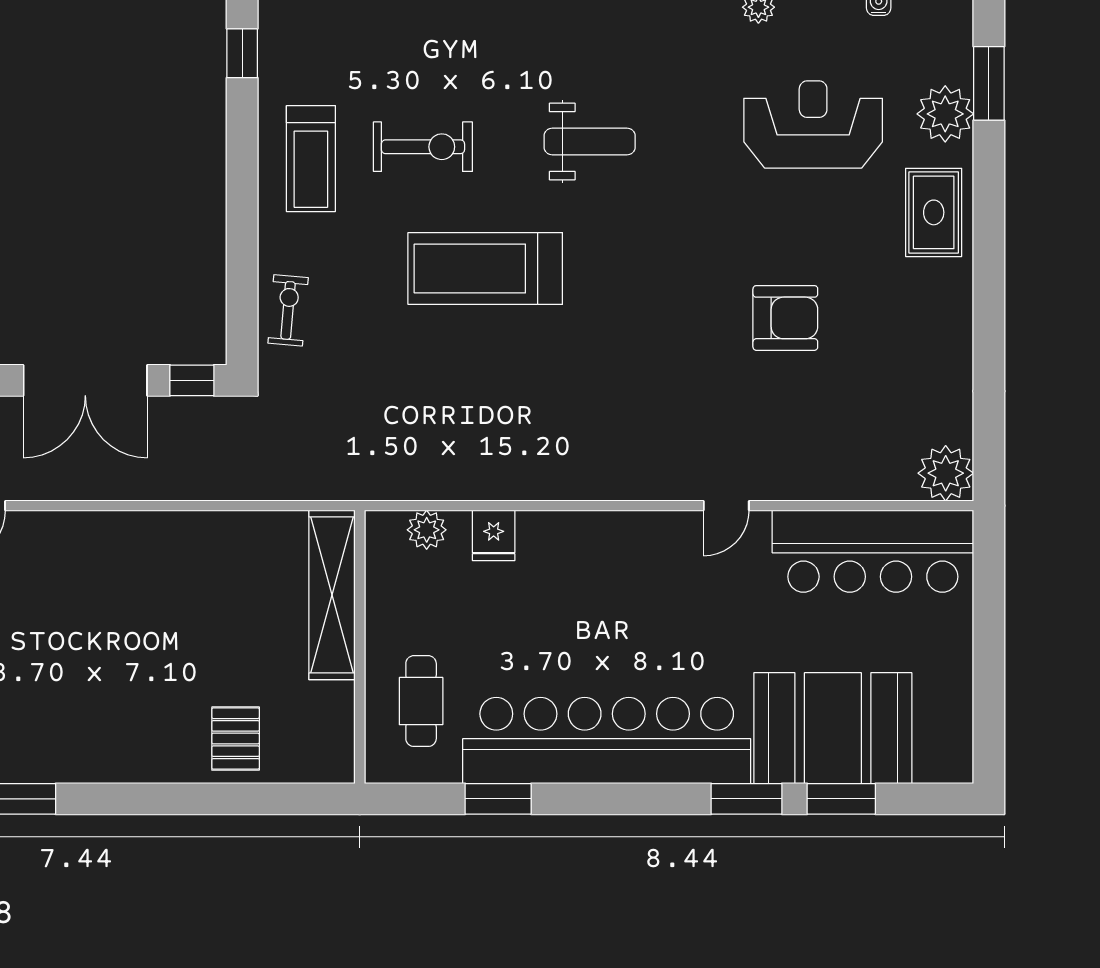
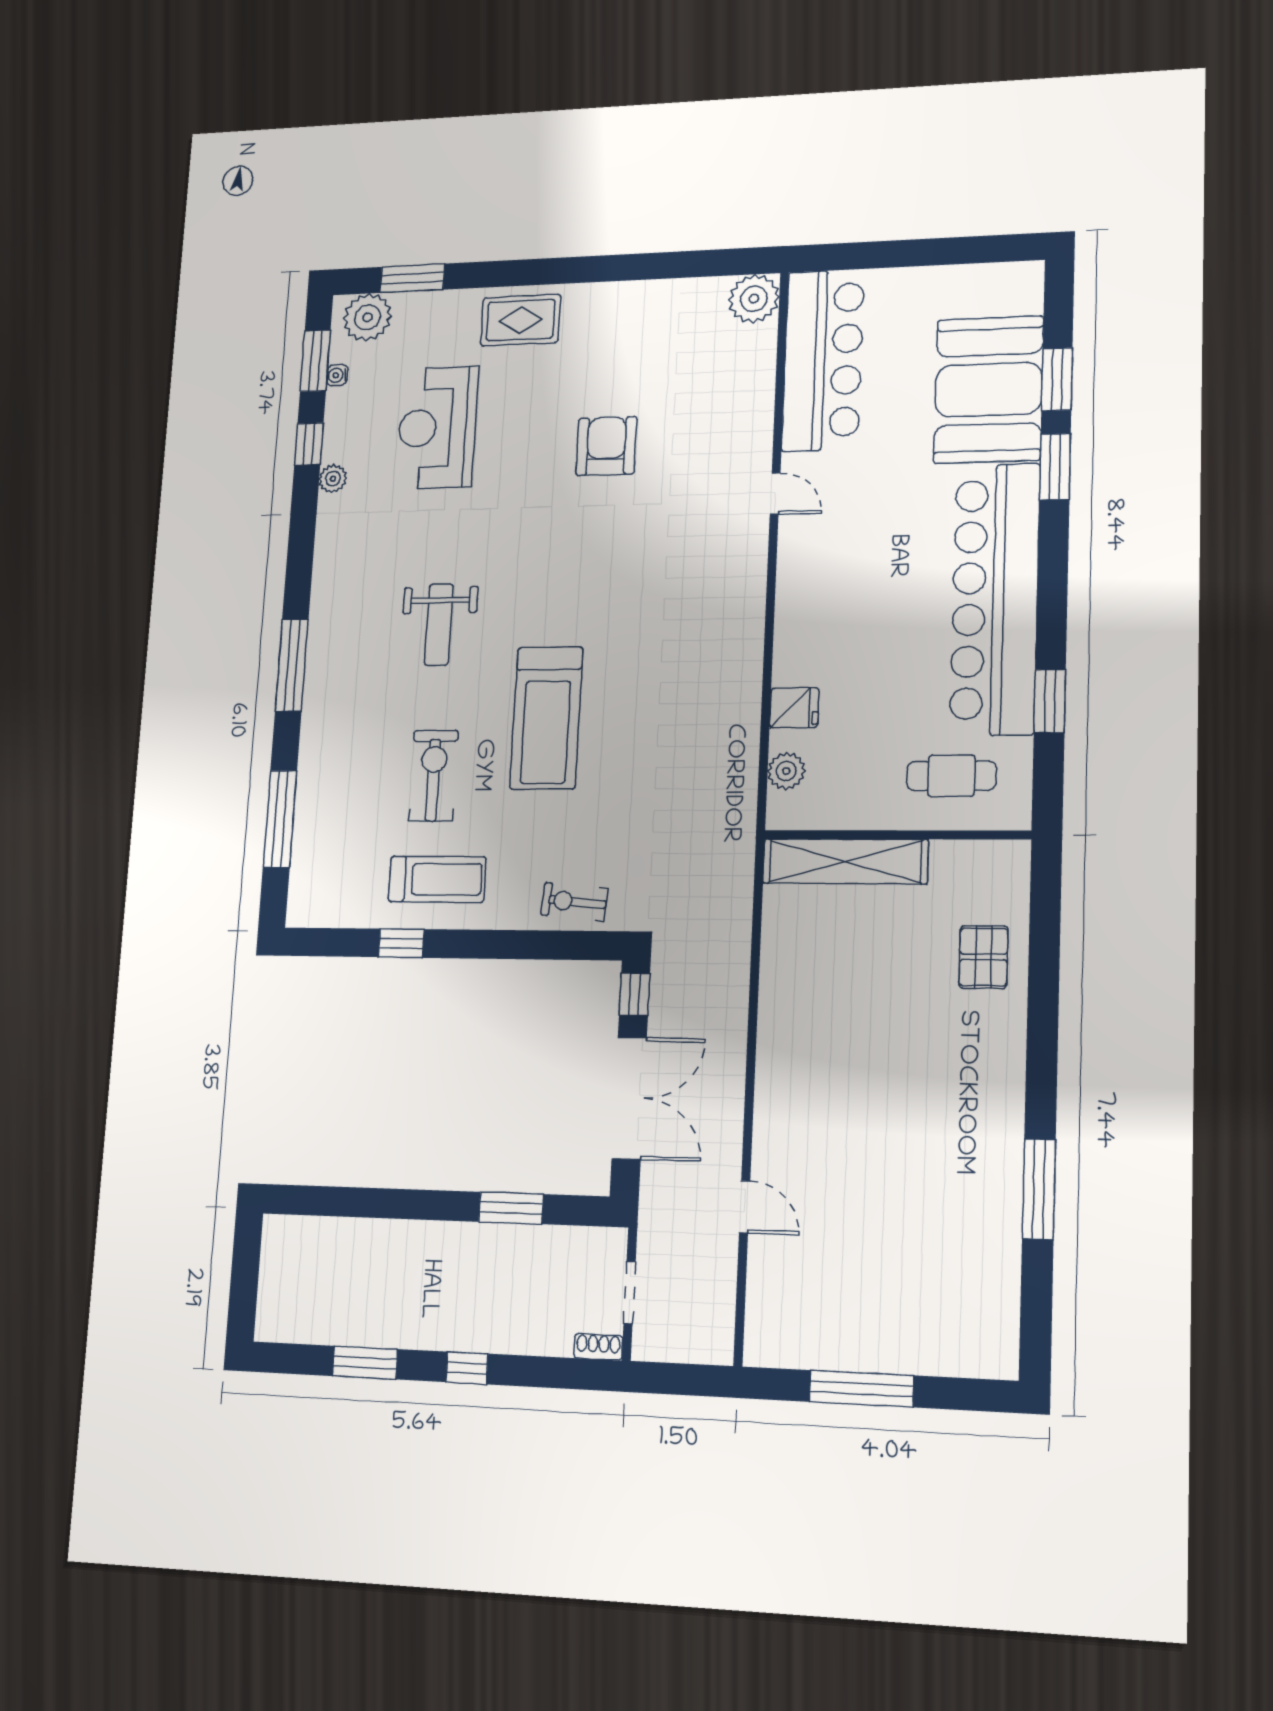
window: (242, 53) -> (401, 943), moved
plant: (945, 114) -> (367, 317), moved
weight bench: (590, 141) -> (439, 625), turned 180
pallet: (236, 739) -> (983, 957), turned 90

